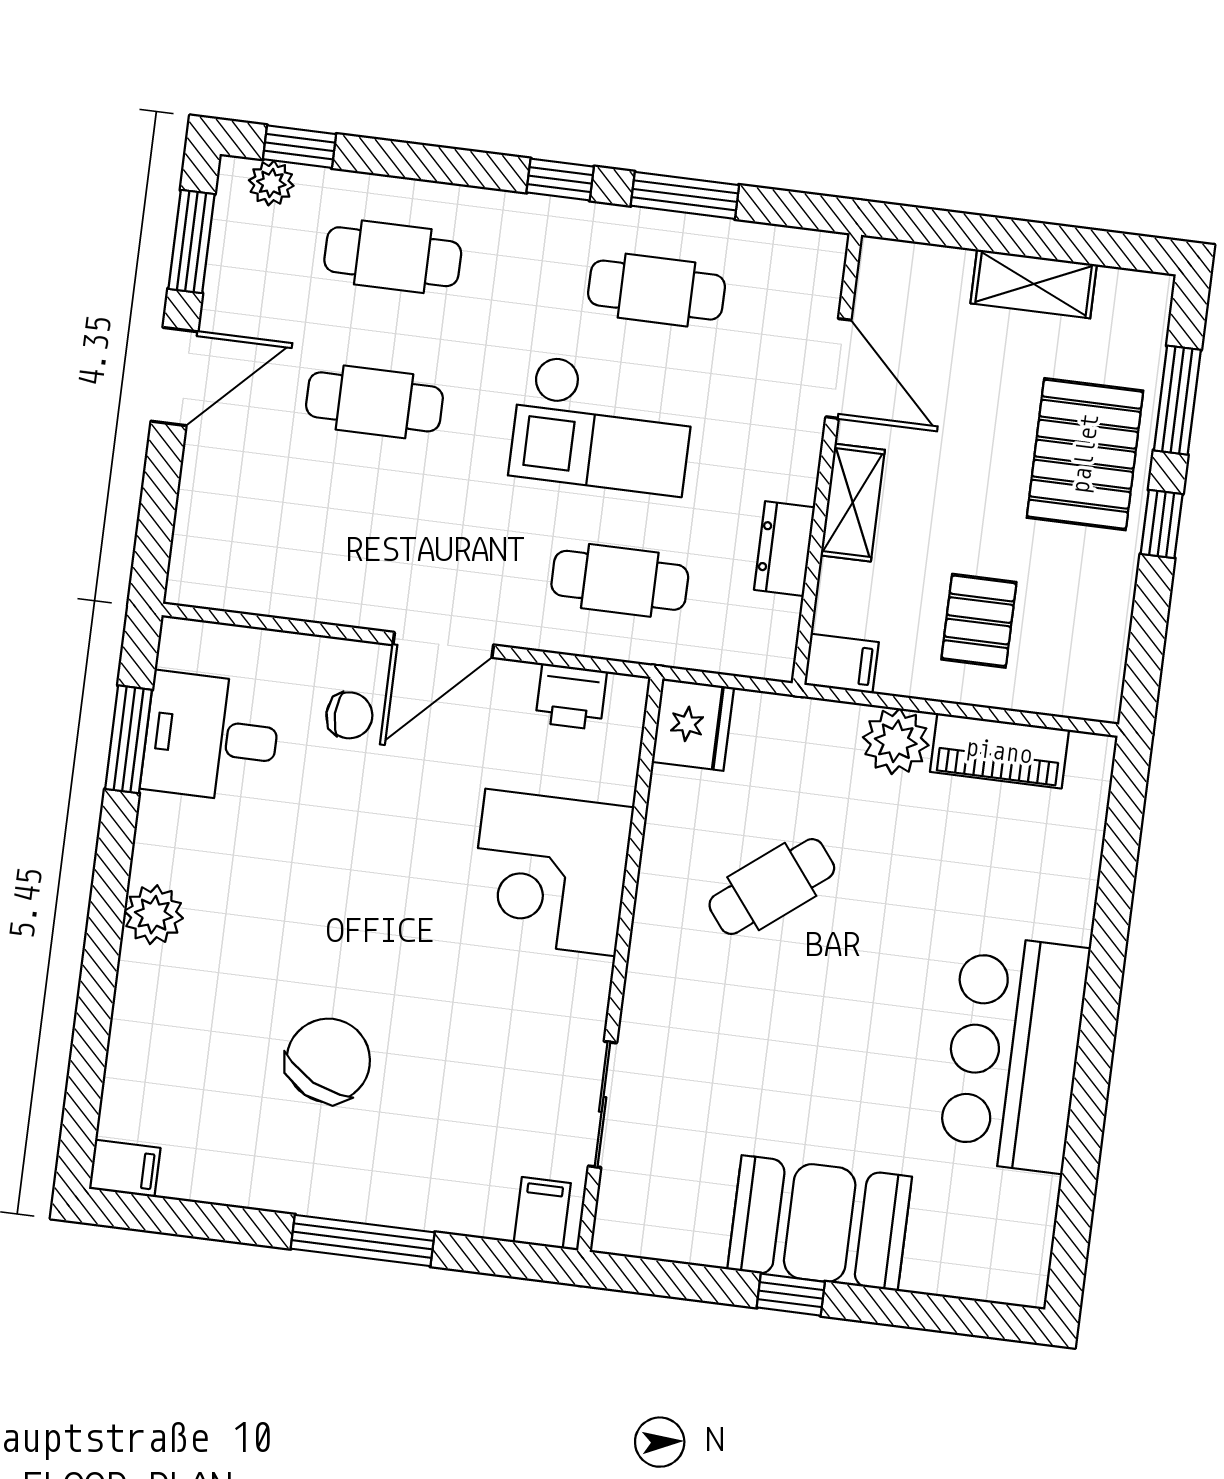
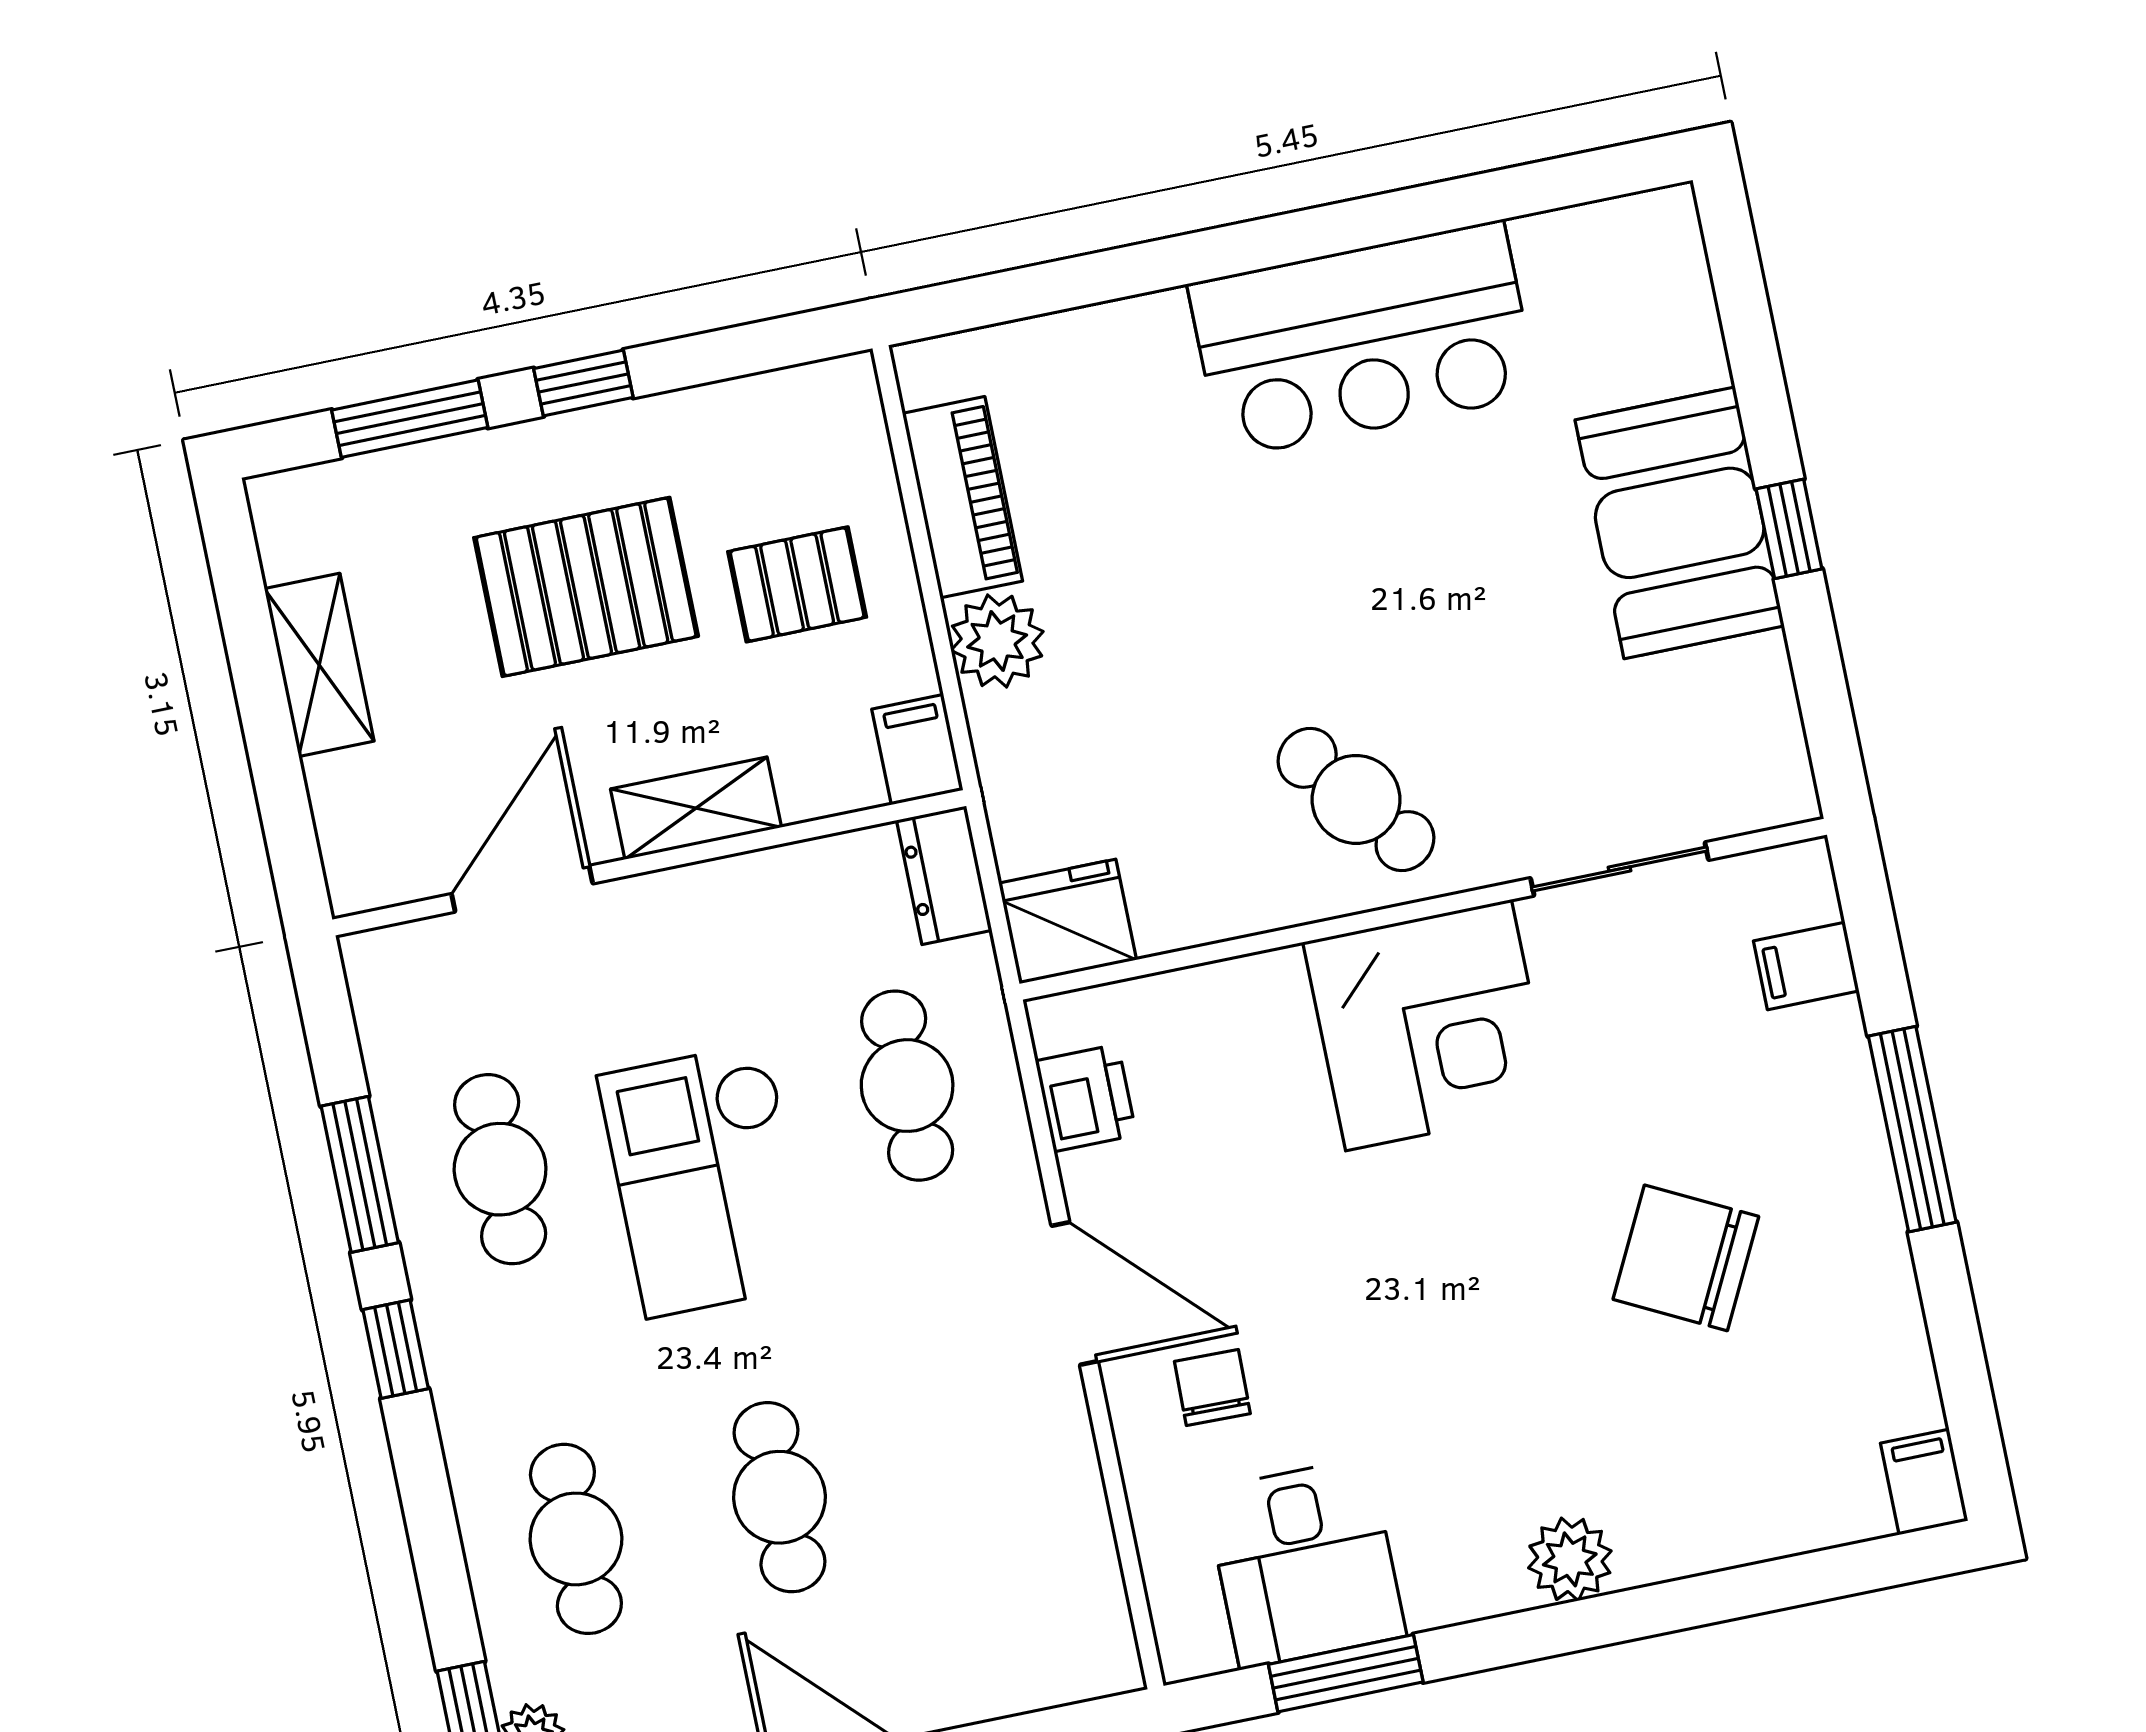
checkout: (602, 425) -> (707, 1180), turned 180
pallet: (1085, 454) -> (586, 587), moved
dresser: (785, 549) -> (944, 875), moved, turned 90
corner desk: (550, 872) -> (1429, 1025), moved
cafe table: (772, 887) -> (1356, 799), moved
filing cabinet: (542, 1213) -> (1806, 966), moved

